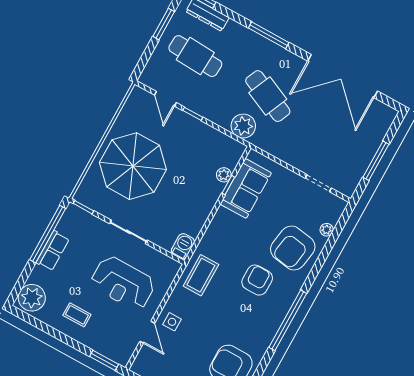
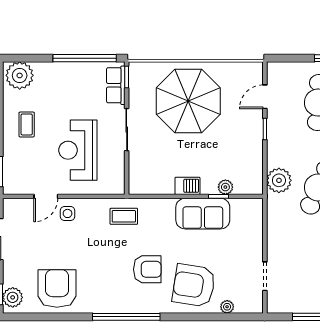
sofa: (246, 188) -> (203, 214), moved
barbecue: (183, 246) -> (187, 186), moved
row of seats: (53, 251) -> (116, 85), moved, turned 90
coffee table: (201, 275) -> (124, 216), width x0.73, depth x0.77

